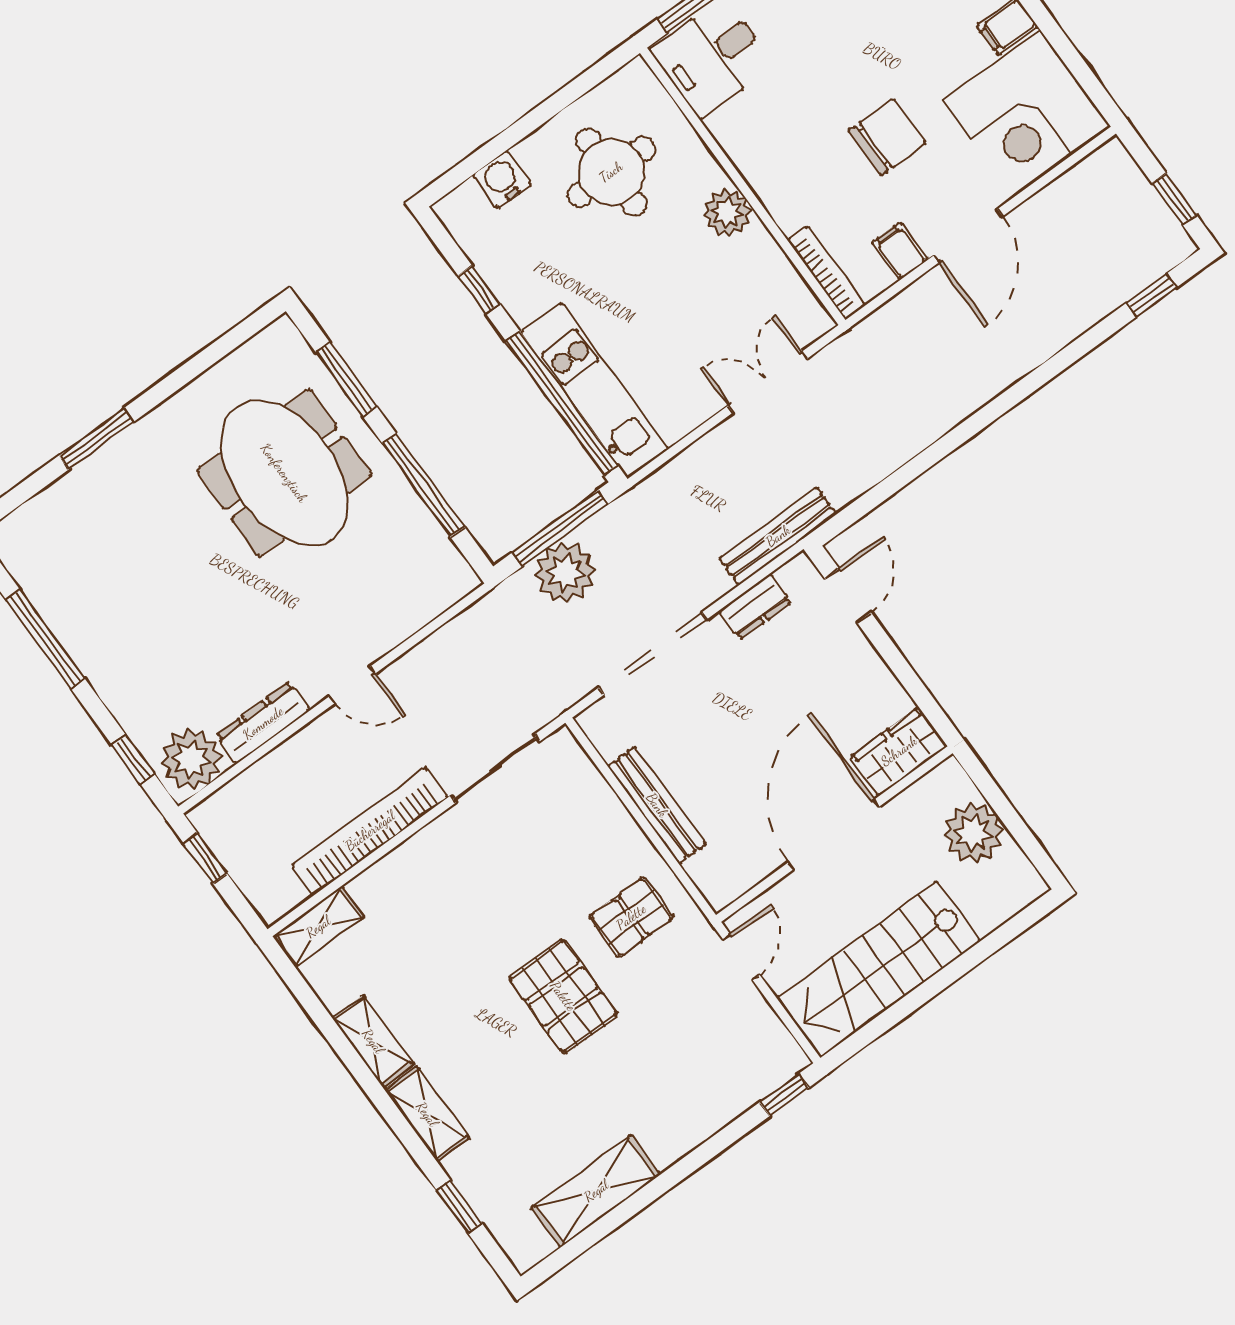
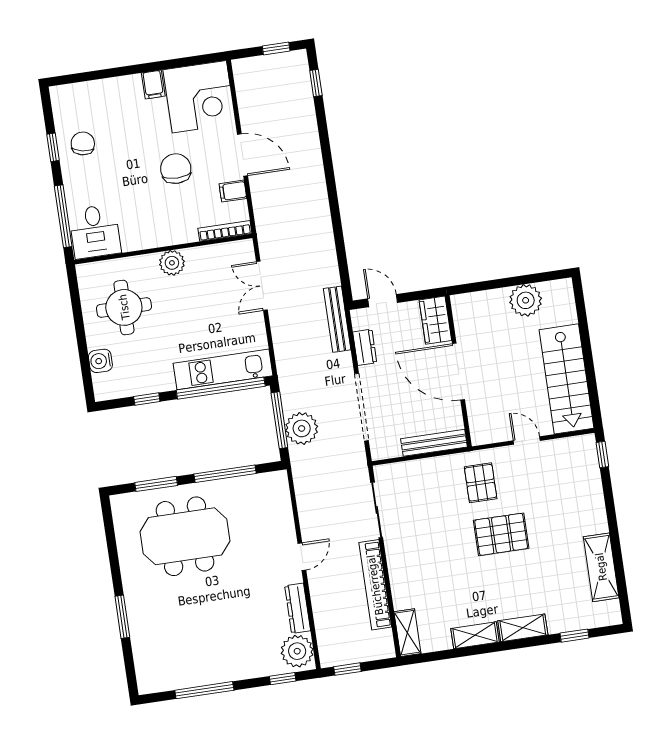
wardrobe: (899, 751) -> (435, 320), moved
wall: (834, 834) -> (458, 371), moved
door: (834, 835) -> (458, 372), moved

